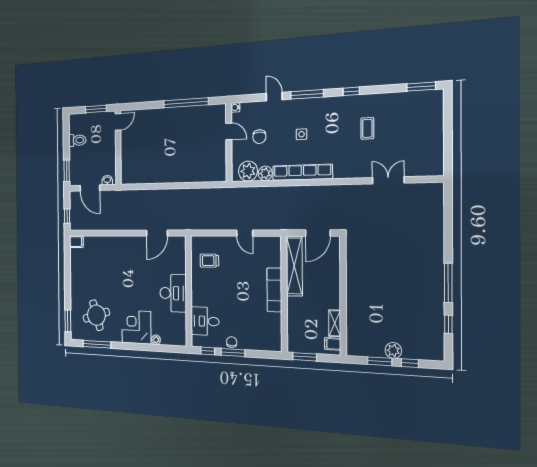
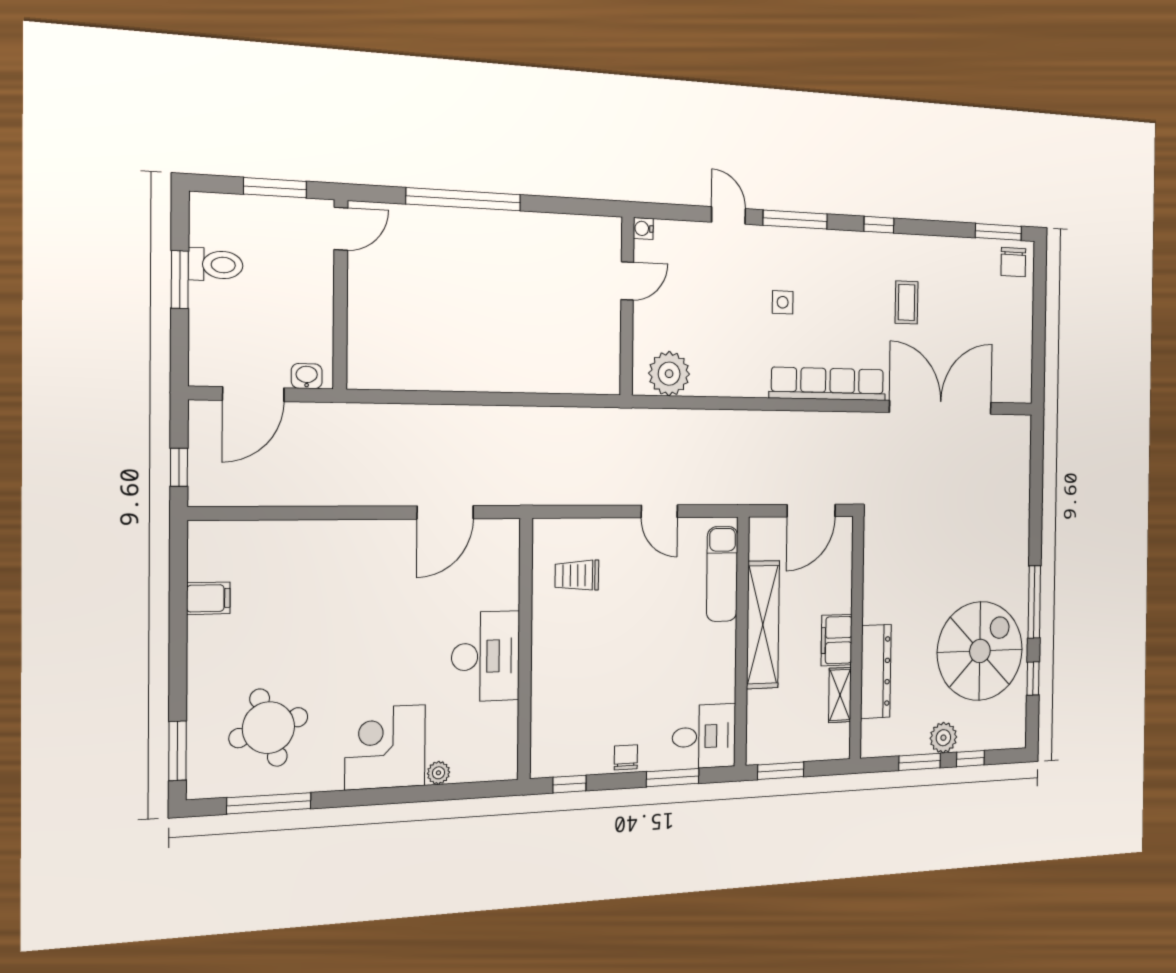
window: (186, 103) -> (464, 199), moved
door: (229, 131) -> (627, 281), hinge flipped
chair: (259, 137) -> (1013, 262), moved
window: (67, 171) -> (180, 280), moved
row of seats: (302, 172) -> (828, 384), moved
plant: (265, 173) -> (706, 381), removed
double door: (388, 180) -> (941, 407), width x1.87
door: (90, 188) -> (253, 394), hinge flipped
filing cabinet: (76, 242) -> (208, 598), moved
shelving: (294, 266) -> (763, 625), moved
exam couch: (274, 290) -> (722, 574), moved
spiral stairs: (414, 307) -> (980, 651), added
dresser: (354, 313) -> (876, 671), added
desk: (205, 321) -> (704, 736), moved, turned 180
filing cabinet: (333, 344) -> (837, 640), moved, width x2.00
window: (233, 352) -> (673, 778), moved

